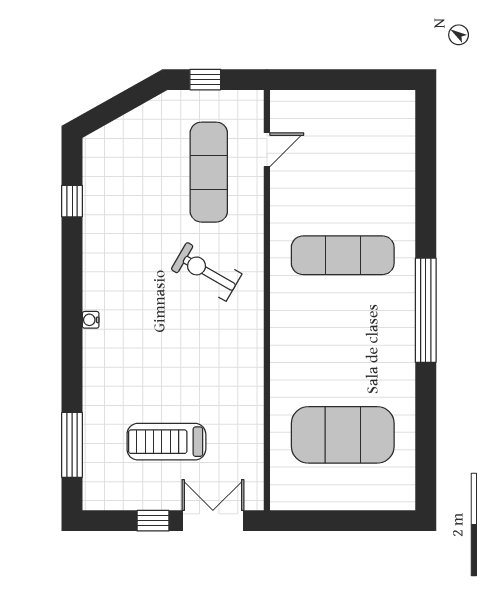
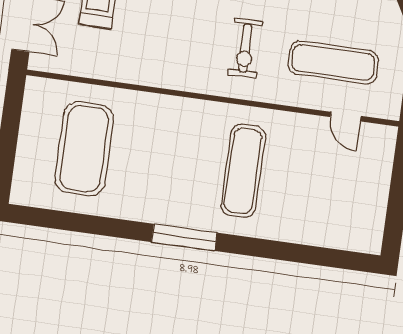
exercise bike: (206, 272) -> (245, 48), turned 149
window: (426, 310) -> (184, 237), width x0.68

